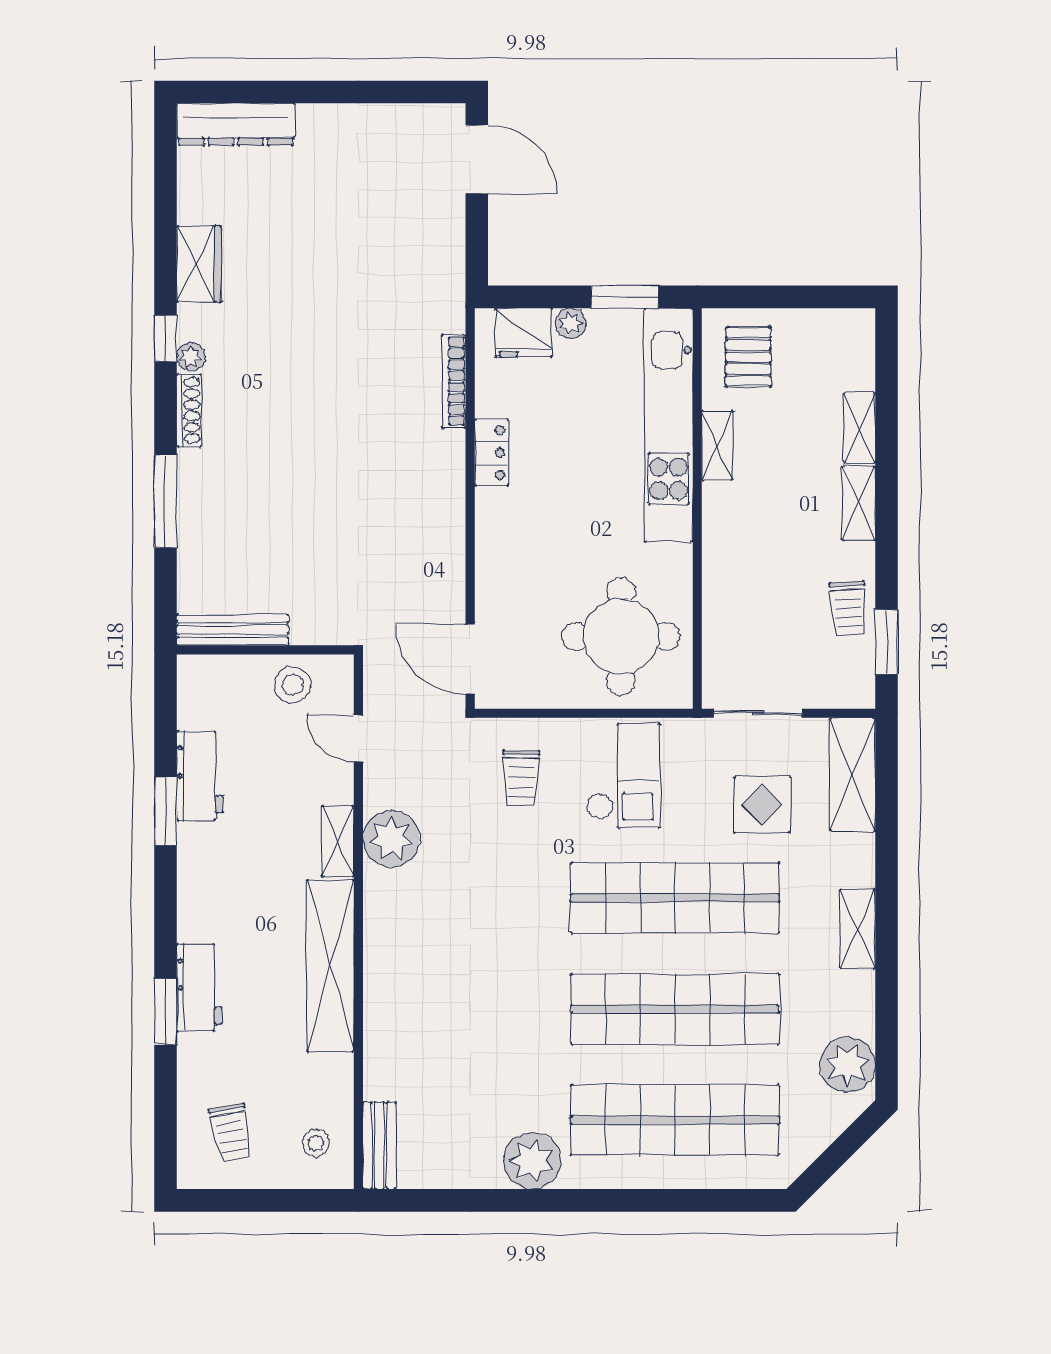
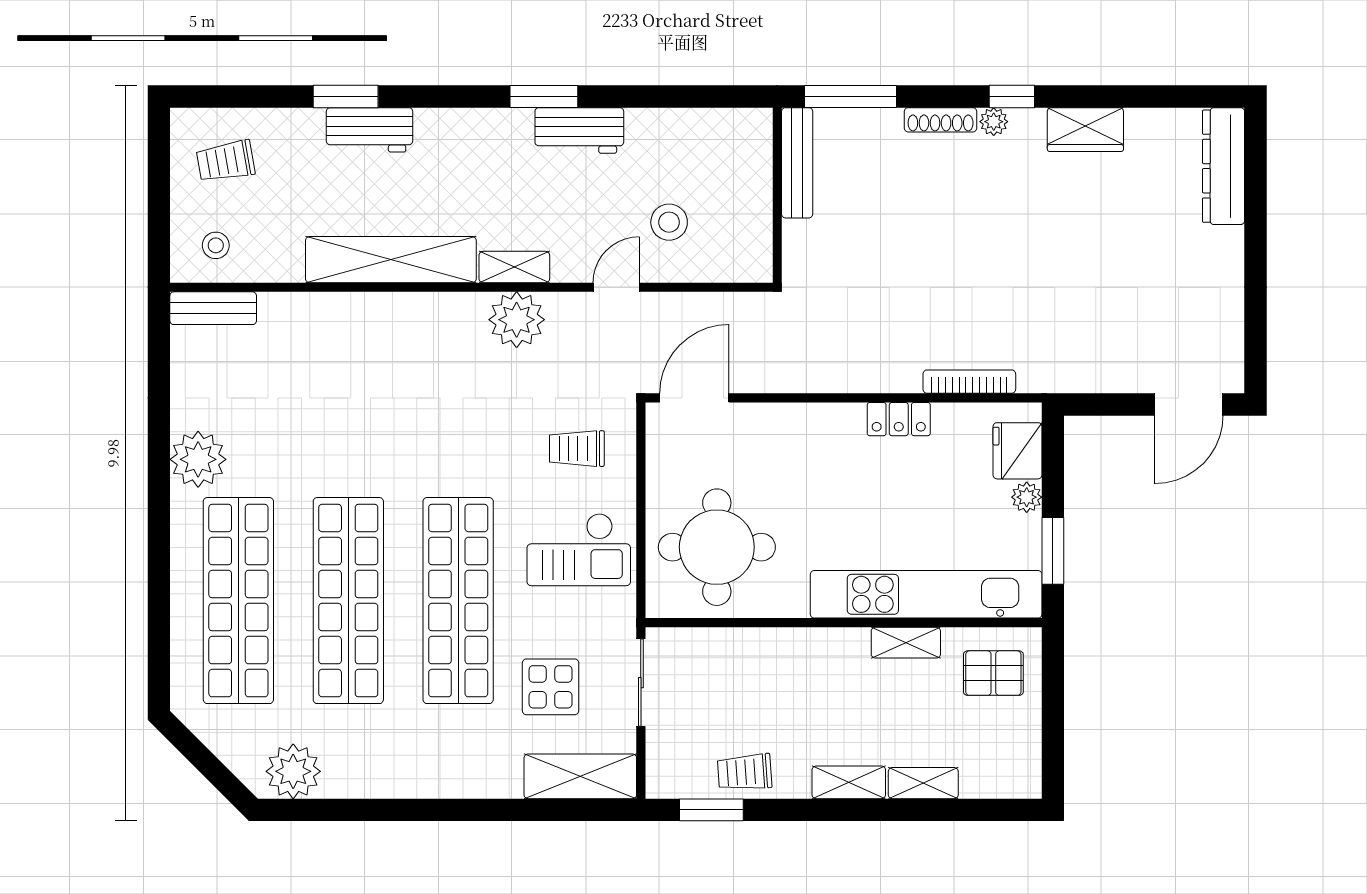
bench: (233, 630) -> (797, 163), moved
wall: (265, 650) -> (777, 195), moved
shelving: (857, 929) -> (428, 781), removed

